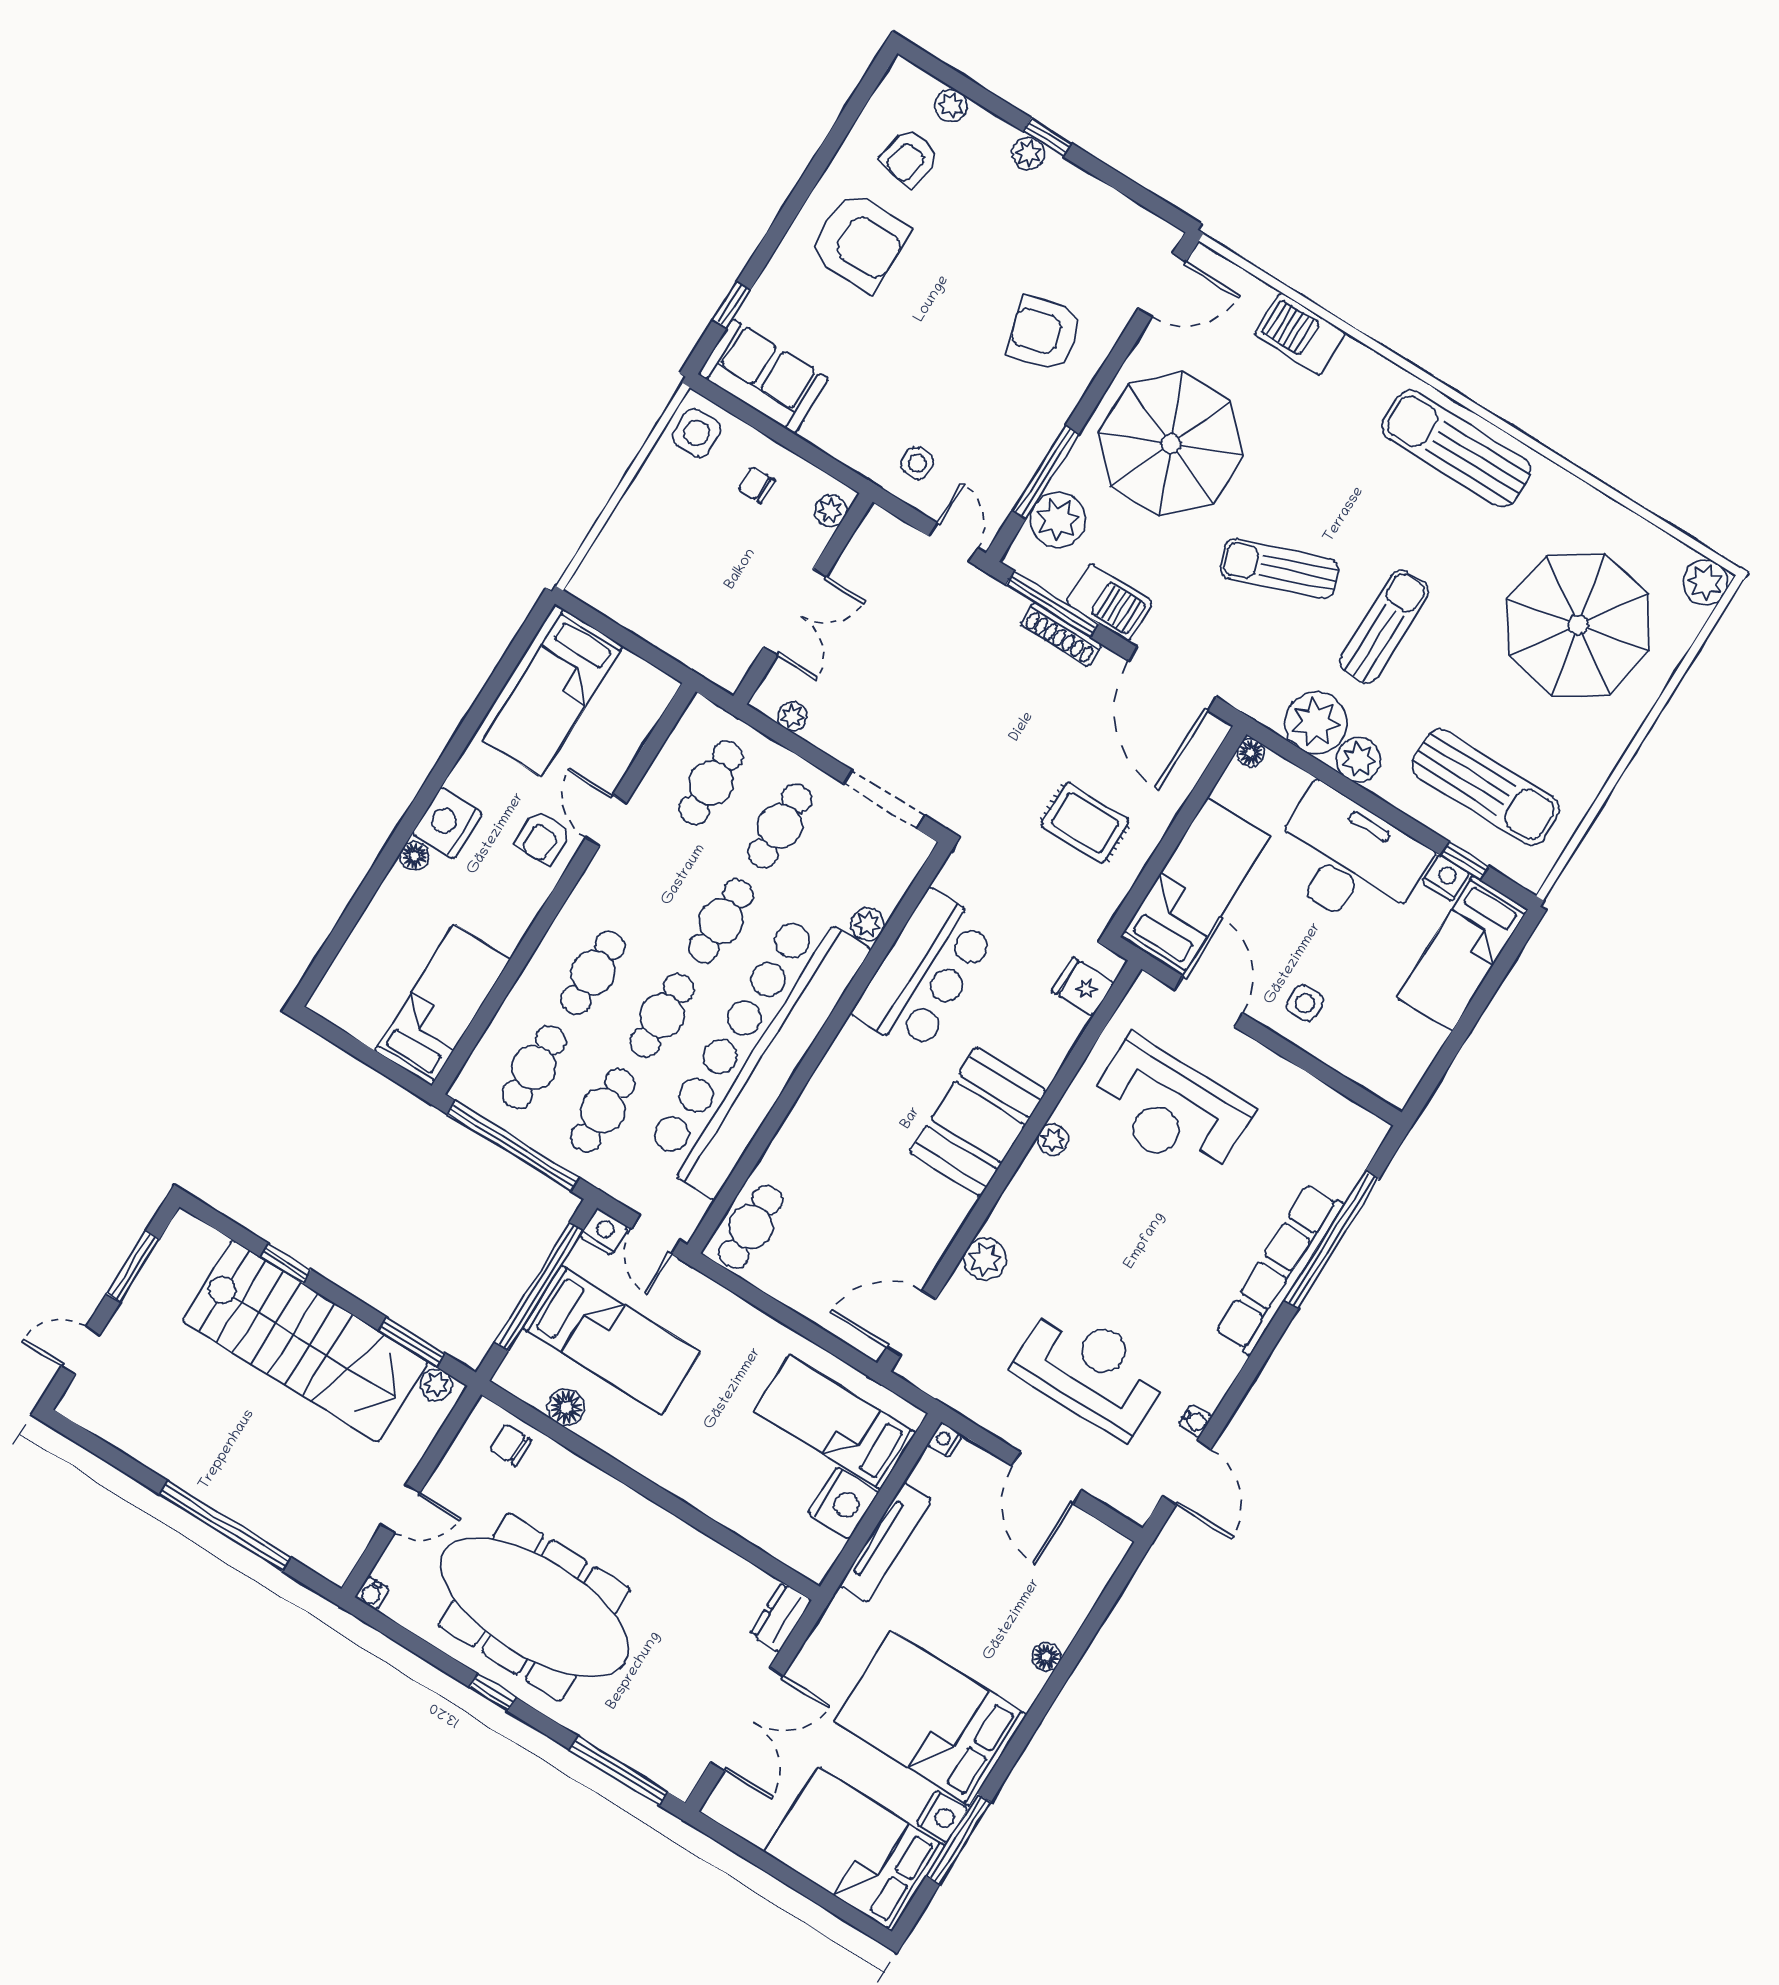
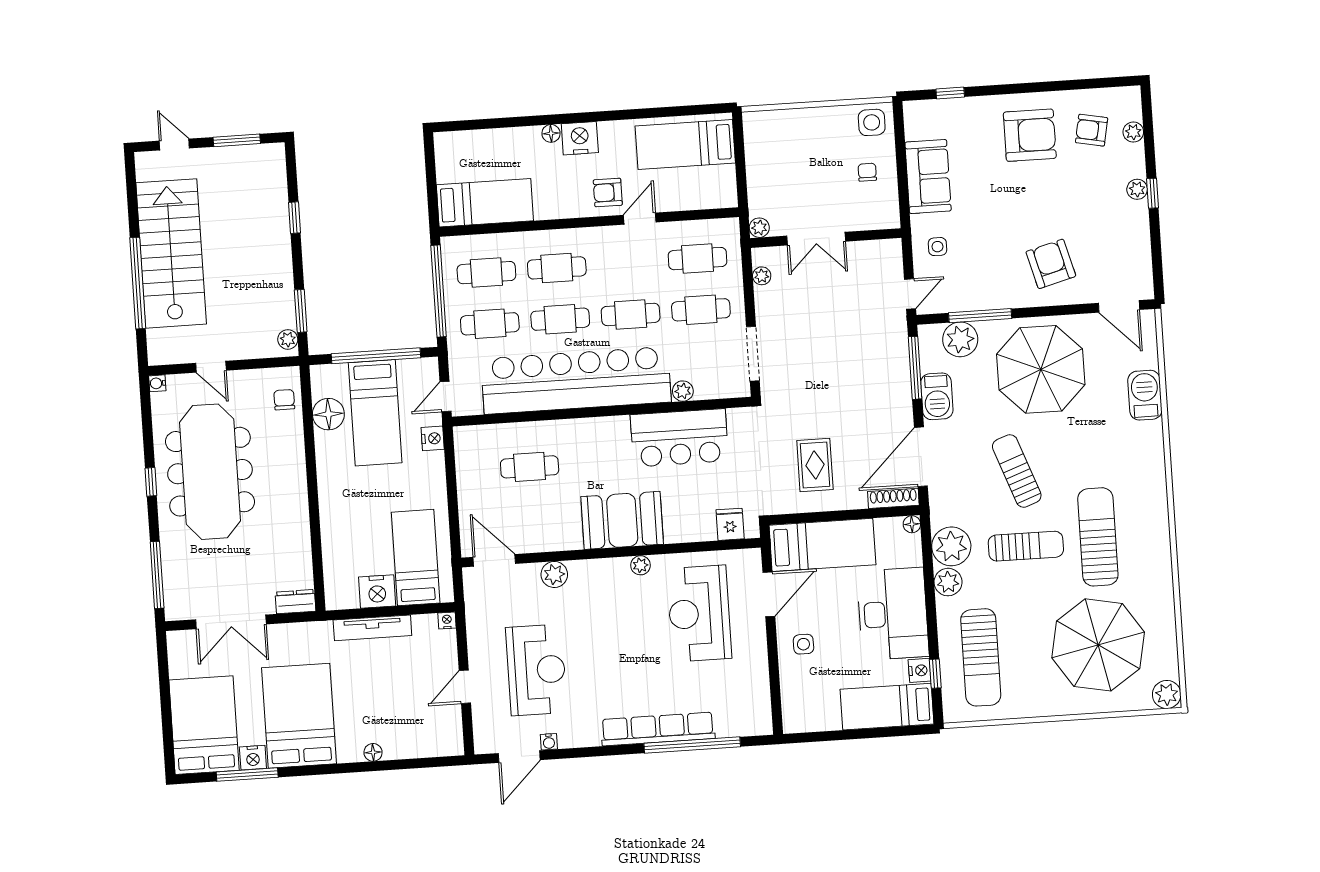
armchair: (859, 241) -> (1030, 135), turned -90
sofa: (763, 376) -> (928, 177), moved
sun lounger: (1456, 449) -> (1098, 537), moved
plant: (830, 511) -> (759, 228), moved
shoe rack: (1061, 635) -> (893, 498), moved, turned 90
cafe table: (751, 1227) -> (530, 467), moved
nightstand: (604, 1232) -> (433, 438), moved
stairs: (305, 1341) -> (171, 253), moved, turned 180
floor lamp: (566, 1407) -> (328, 414), width x1.38, depth x1.38
door: (1047, 1478) -> (465, 687), width x0.73

